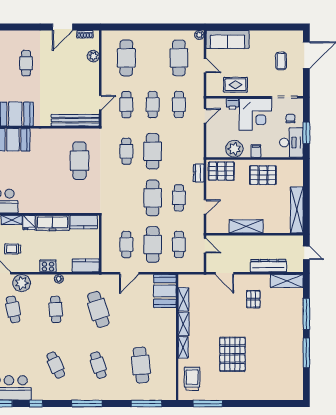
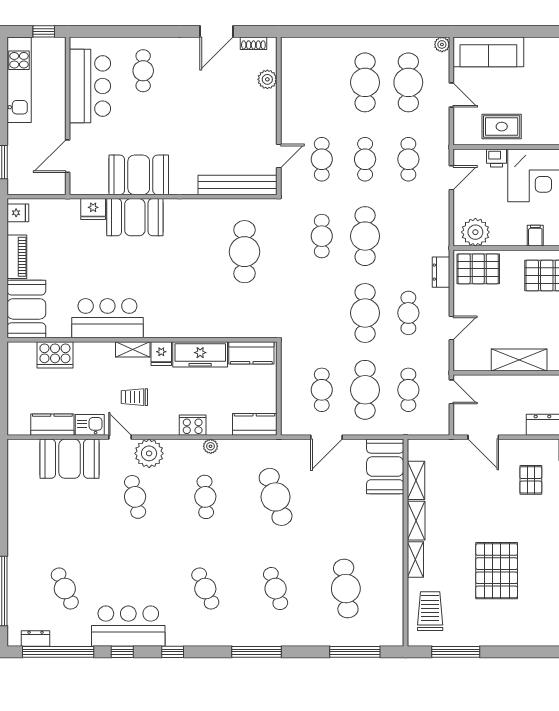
cafe table: (126, 58) -> (365, 82), moved
cafe table: (26, 63) -> (143, 71), moved
plant: (234, 149) -> (475, 232), moved

